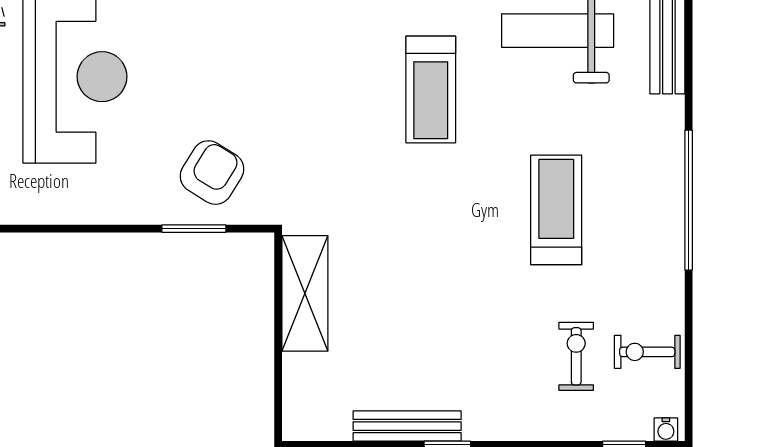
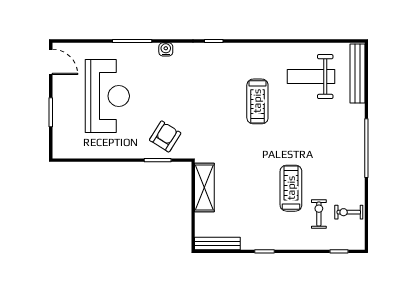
treadmill: (556, 210) -> (291, 188), moved
bench: (407, 426) -> (217, 243), moved
water cooler: (666, 430) -> (357, 245), removed

